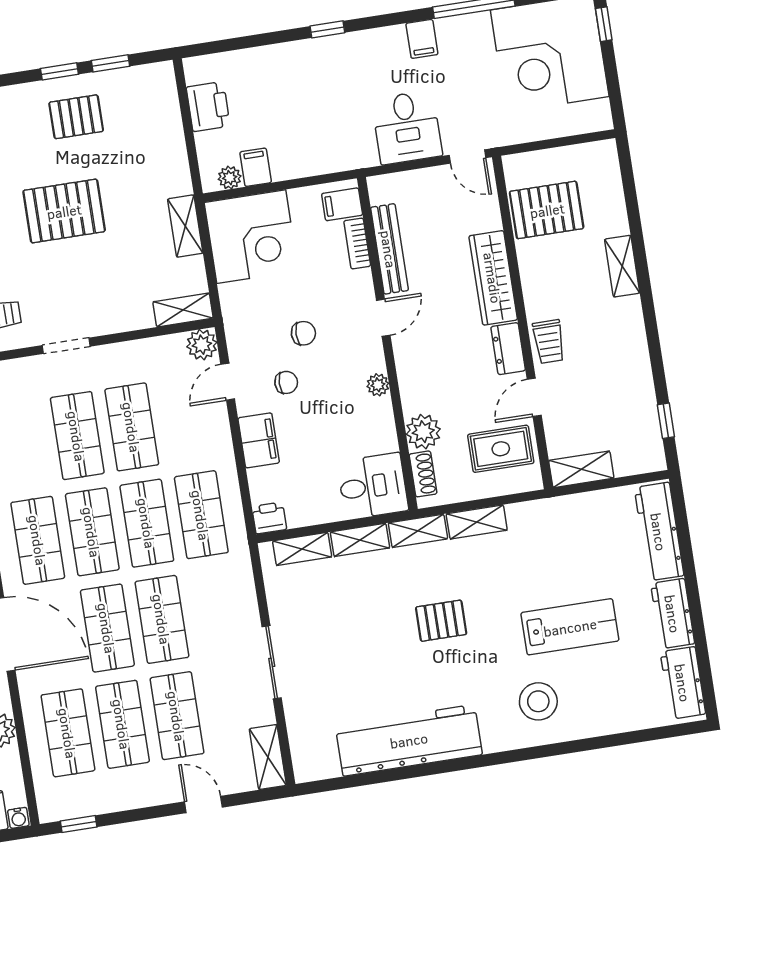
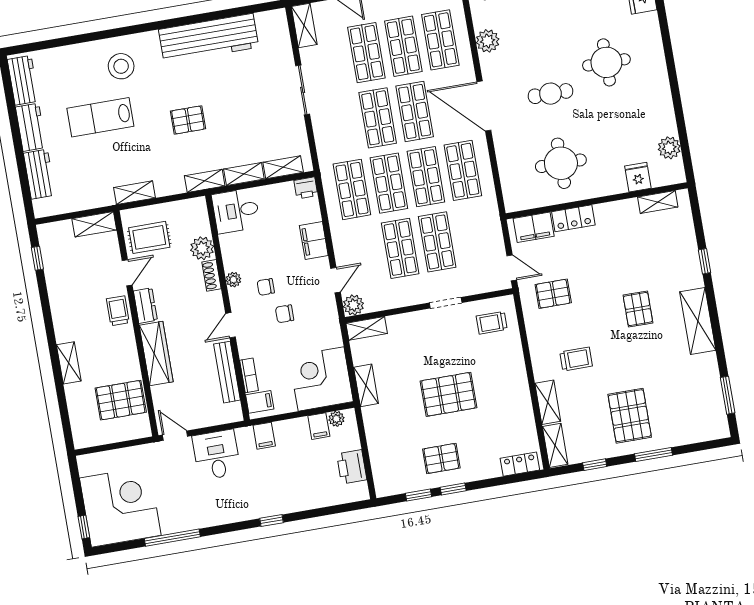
filing cabinet: (422, 39) -> (264, 436), moved, turned 180
chair: (286, 382) -> (266, 287), moved
shoe rack: (423, 474) -> (211, 275), moved
shelving: (477, 522) -> (135, 193), moved
workbench: (659, 532) -> (39, 174), width x0.73

